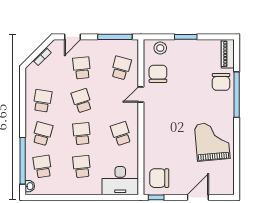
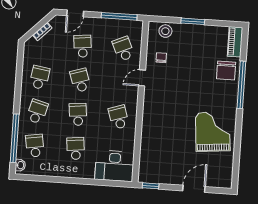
school desk: (121, 68) -> (123, 49), turned -39
chair: (158, 74) -> (161, 58), width x0.54, depth x0.54
chair: (159, 178) -> (155, 166), removed

